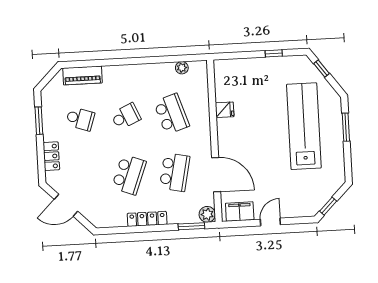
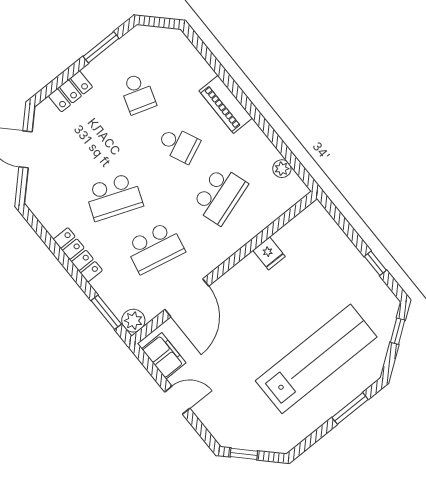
piano: (82, 75) -> (226, 104), moved

